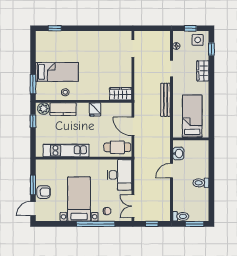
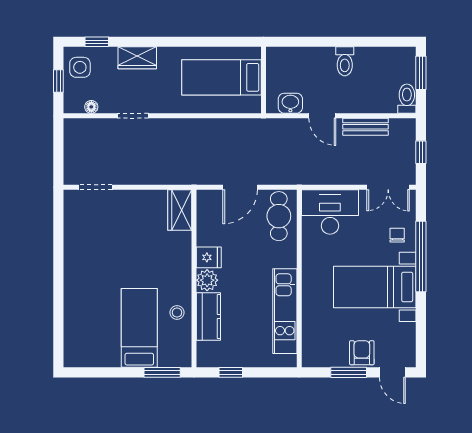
window: (55, 28) -> (58, 332), removed
bench: (166, 100) -> (365, 127), moved, width x0.73
plant: (44, 109) -> (207, 280), moved

